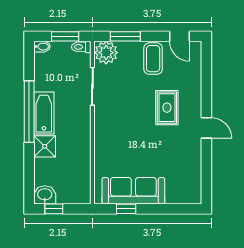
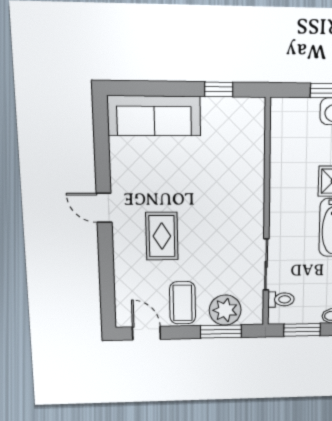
toilet: (81, 47) -> (281, 299), moved
plant: (106, 53) -> (225, 310), moved
sofa: (133, 191) -> (154, 116), moved

